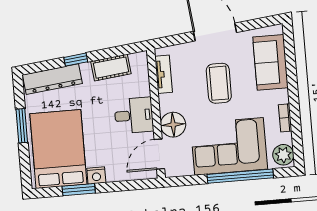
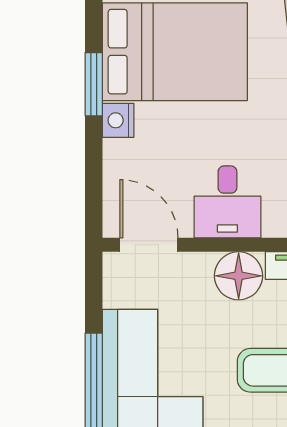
floor lamp: (173, 125) -> (239, 276), moved

